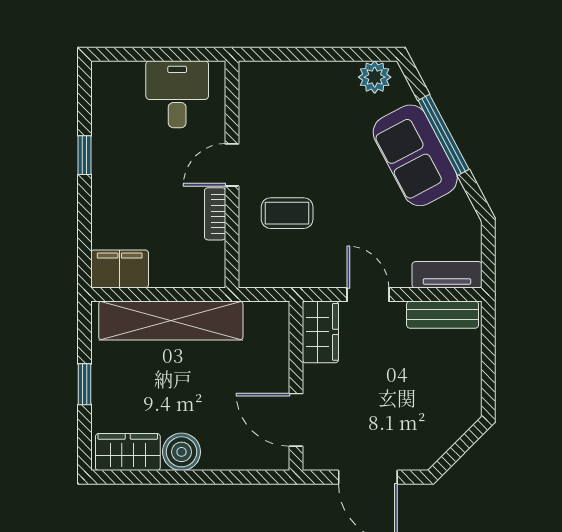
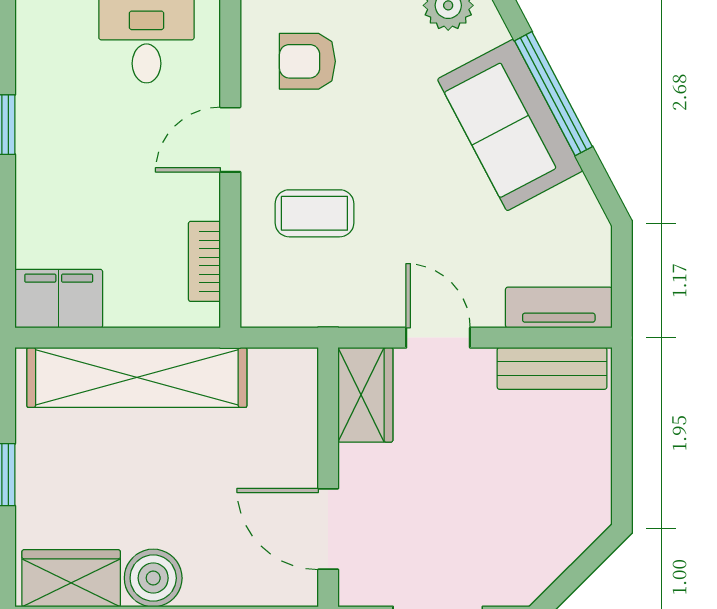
armchair: (282, 114) -> (307, 61), added
bookcase: (215, 214) -> (204, 261), moved

